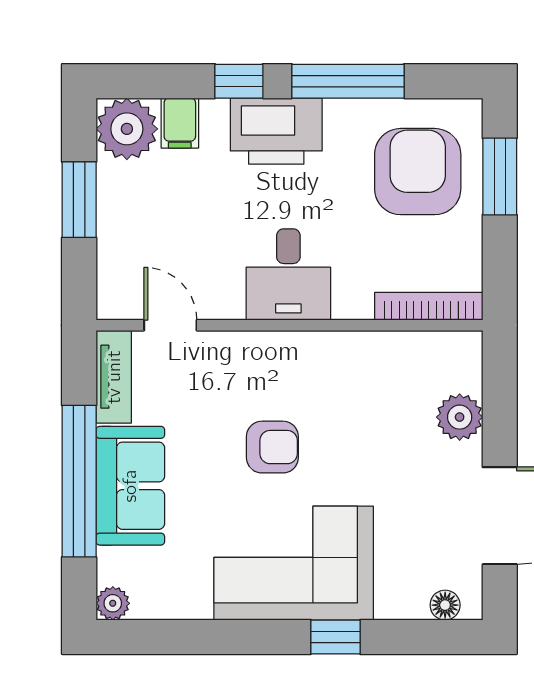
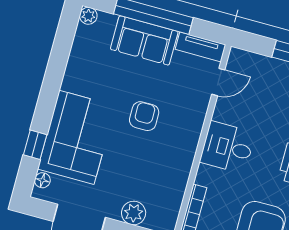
armchair: (272, 447) -> (144, 116), turned 180
corner sofa: (294, 563) -> (76, 137), moved
window: (335, 637) -> (35, 145), moved

